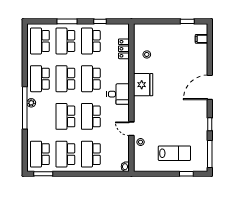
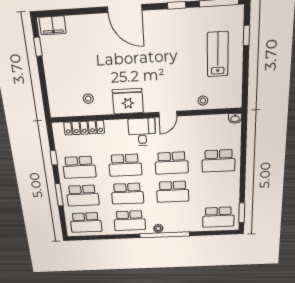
filing cabinet: (201, 39) -> (53, 25), width x2.00
locker: (124, 49) -> (84, 128), width x1.53
door: (131, 129) -> (168, 114), moved
school desk: (65, 154) -> (218, 190), removed

